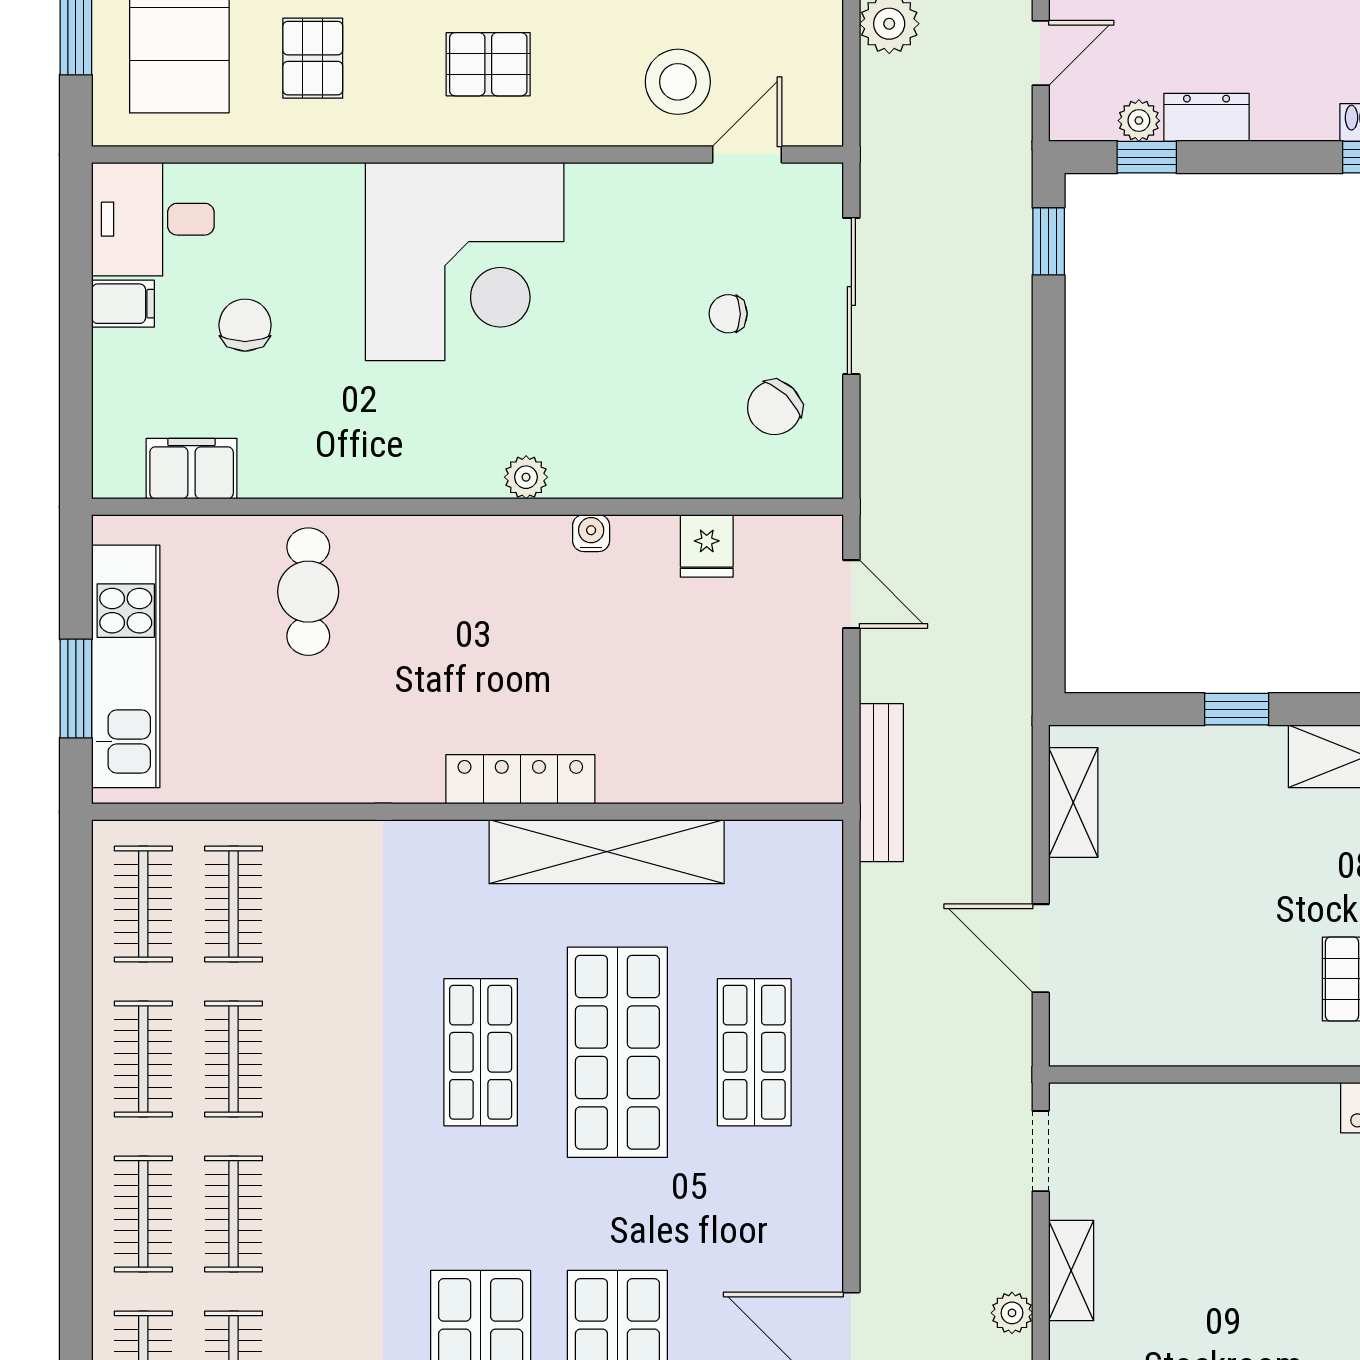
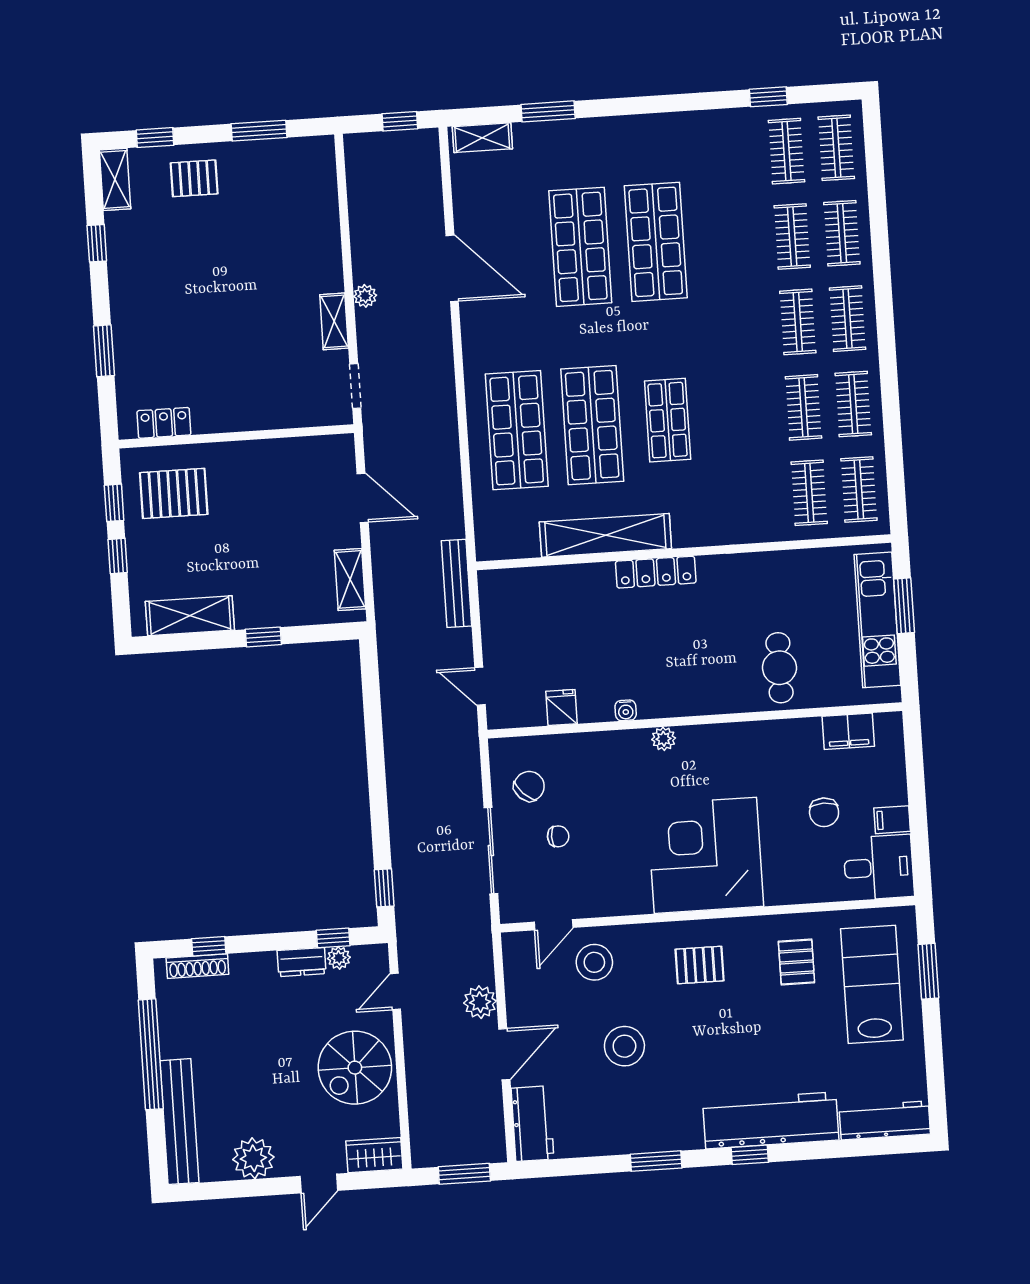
shop shelf: (754, 1052) -> (517, 430), width x1.43, depth x1.36

